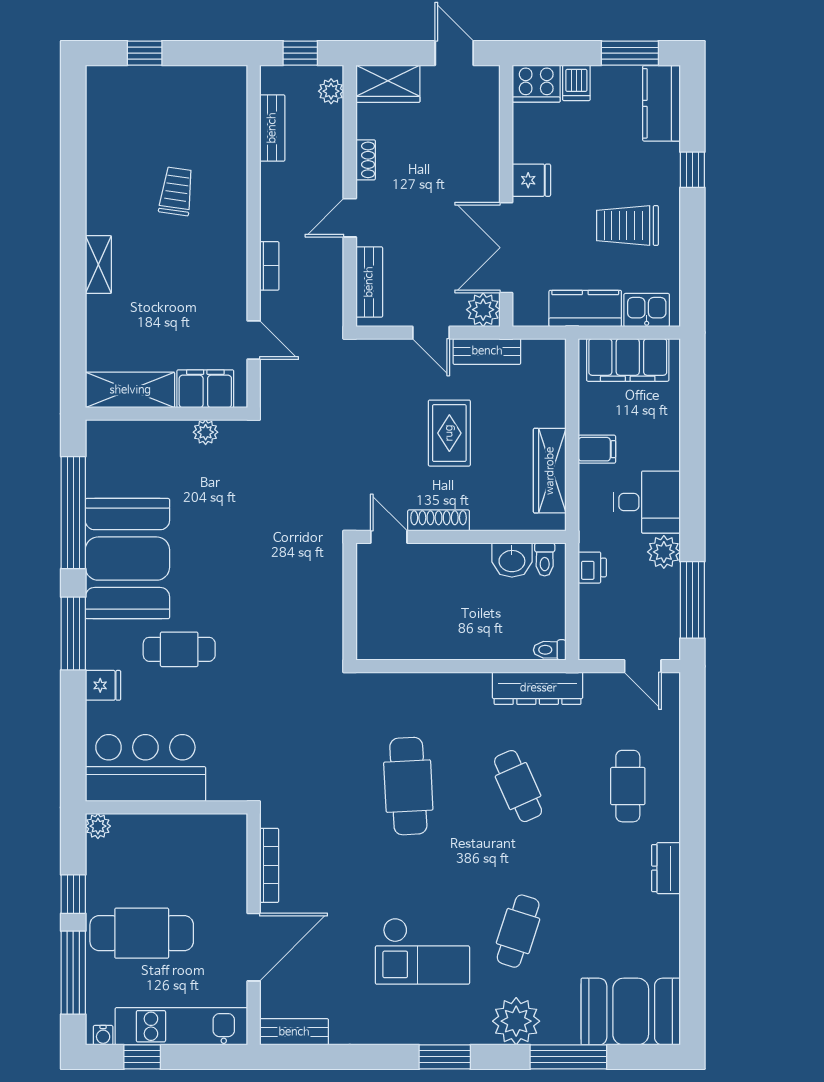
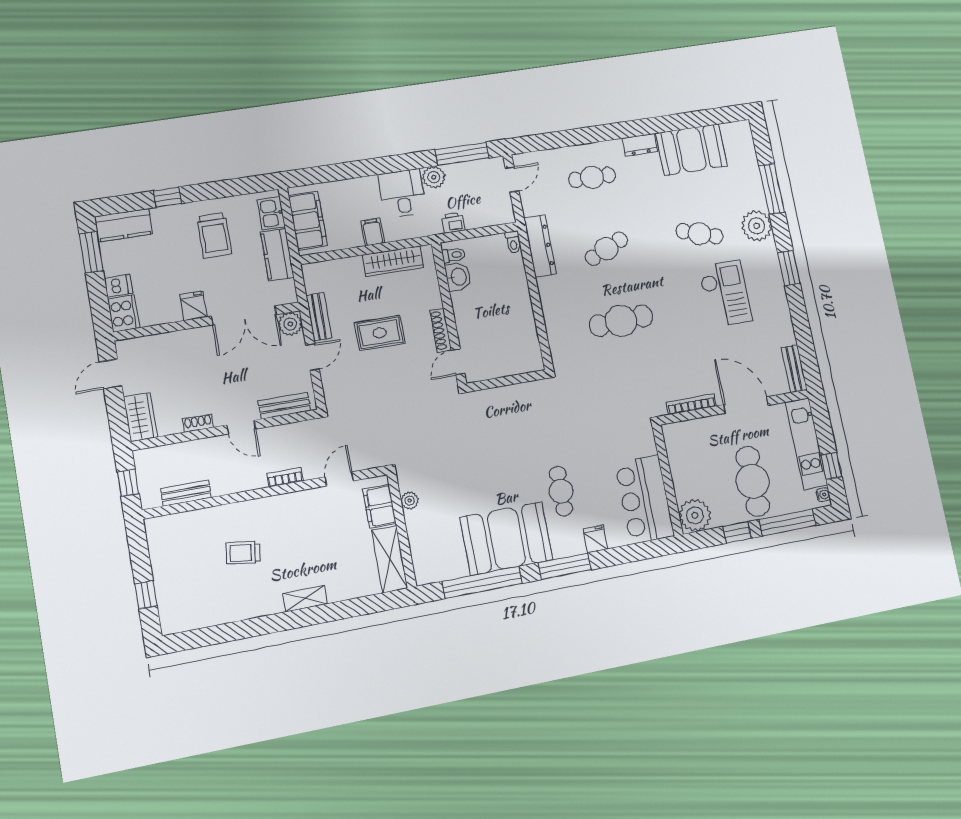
plant: (331, 91) -> (152, 456), removed
plant: (98, 826) -> (695, 515), width x1.87, depth x1.87
booth: (631, 1012) -> (691, 150), moved, turned 90

